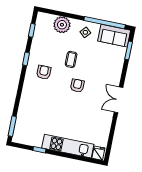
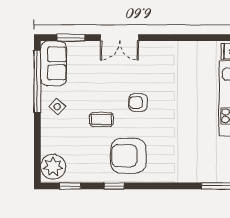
plant: (62, 25) -> (53, 167), moved
armchair: (44, 72) -> (128, 156), width x1.88, depth x1.88
double door: (119, 100) -> (119, 38), moved

